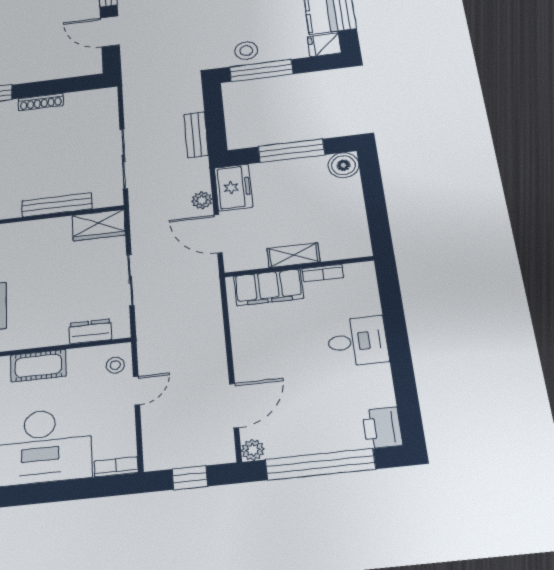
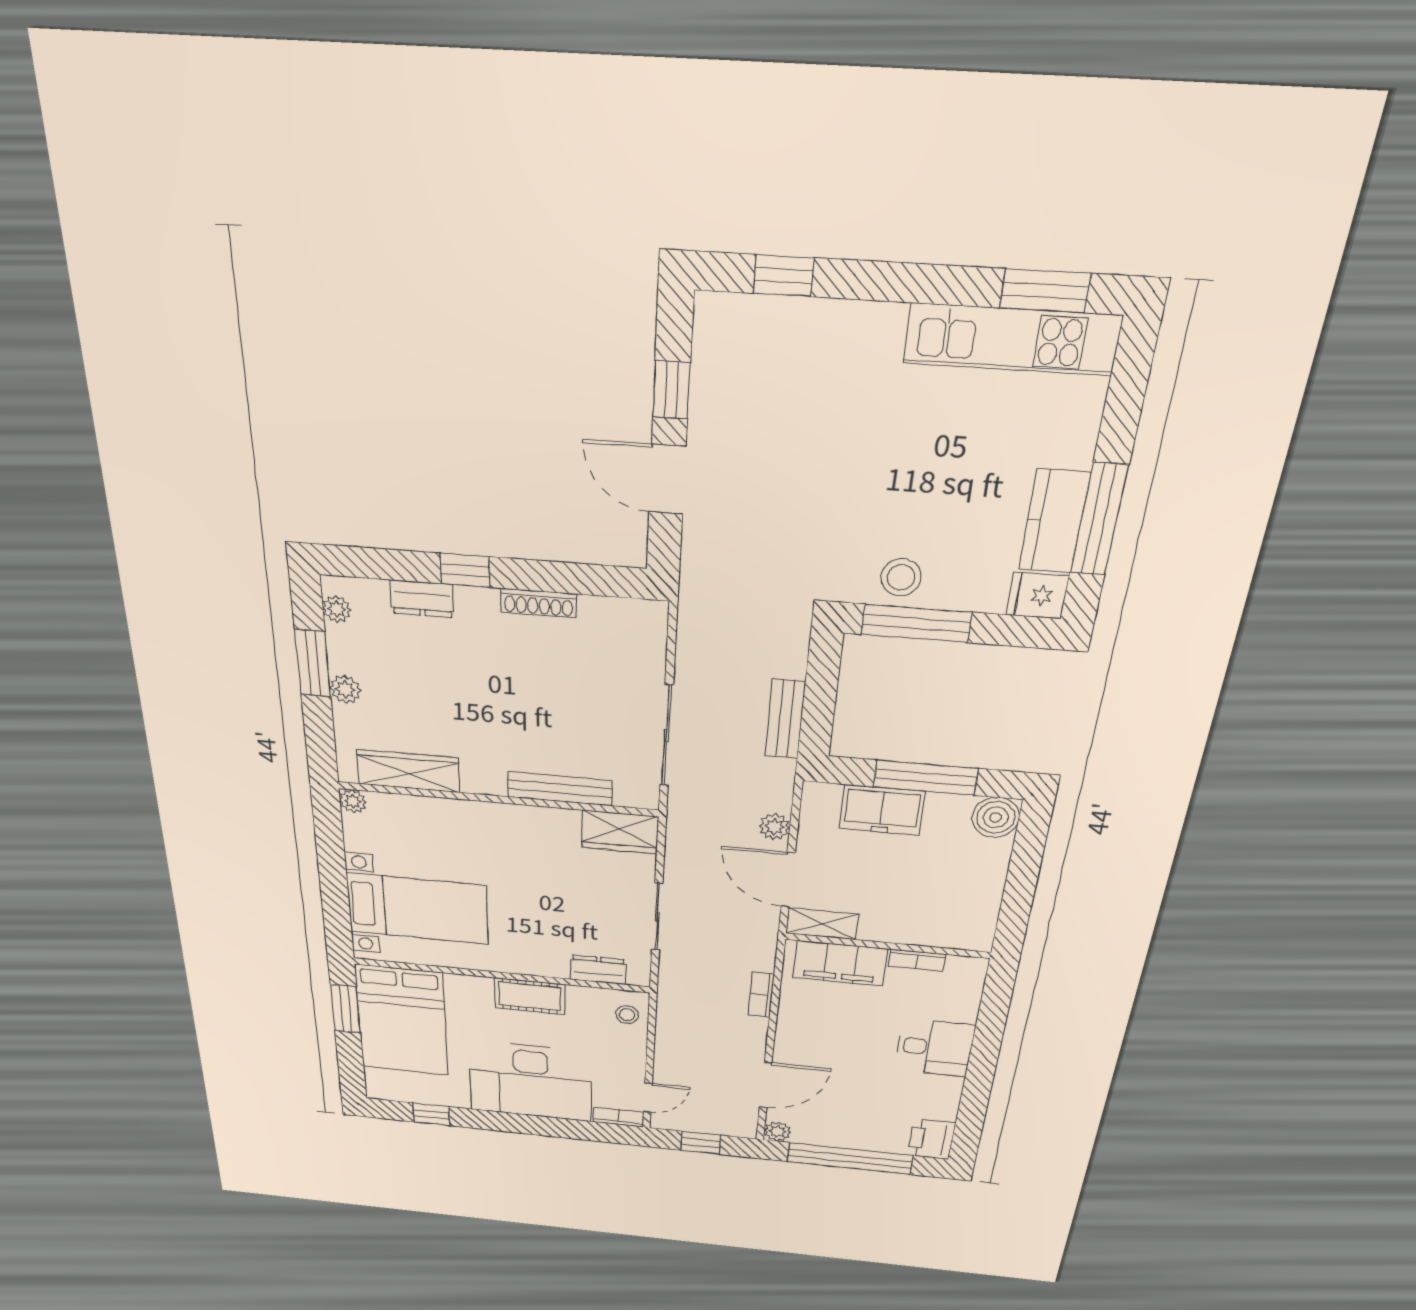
freezer: (233, 187) -> (882, 810), moved, turned 90
shelving: (293, 255) -> (822, 924), moved
bookcase: (216, 325) -> (761, 994), added
door: (136, 391) -> (648, 1098), moved

